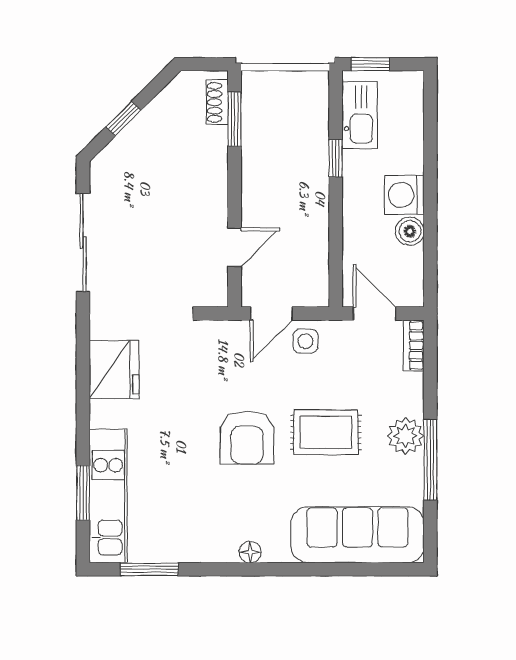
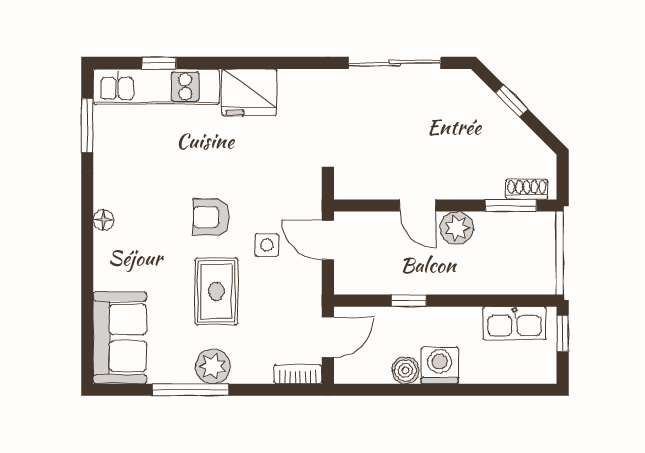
window: (336, 158) -> (409, 301), moved
plant: (258, 177) -> (457, 228), added
door: (235, 247) -> (418, 206), moved
side table: (305, 341) -> (267, 245), moved
fridge: (114, 370) -> (249, 92), moved
armchair: (247, 438) -> (211, 217), width x0.72, depth x0.72
window: (83, 493) -> (159, 63), width x0.67
sofa: (357, 535) -> (120, 338), width x0.73

